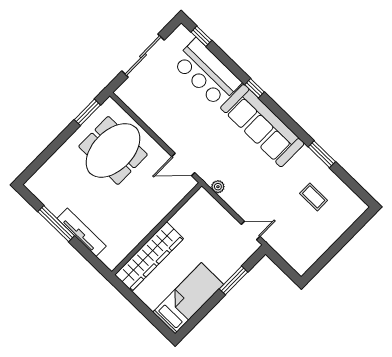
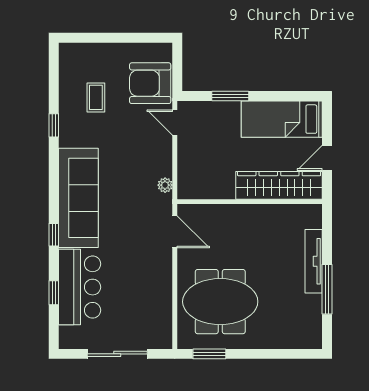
window: (201, 36) -> (54, 293), moved
window: (322, 154) -> (54, 125), width x0.67
armchair: (290, 239) -> (150, 83), added
door: (137, 303) -> (327, 158), added

